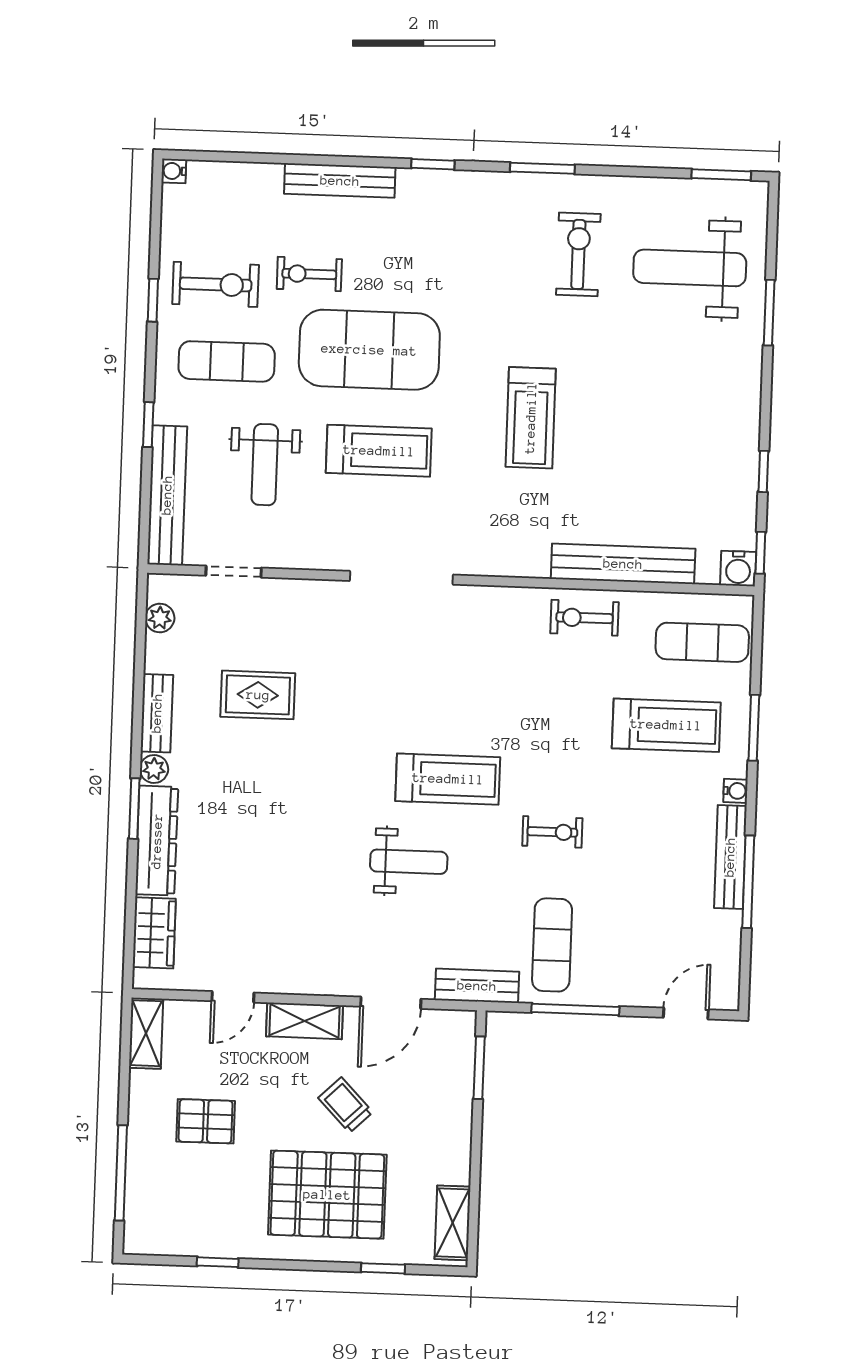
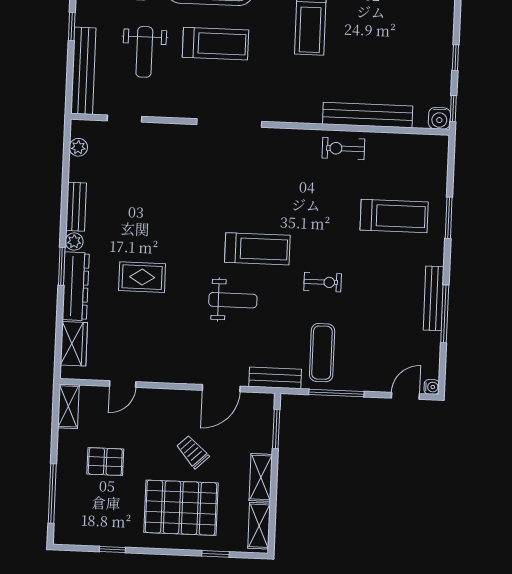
exercise mat: (702, 642) -> (417, 164), removed
rug: (258, 695) -> (142, 277), moved
water cooler: (735, 791) -> (432, 387), moved
shelving: (305, 1021) -> (261, 477), moved, turned 90

